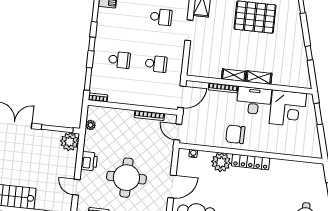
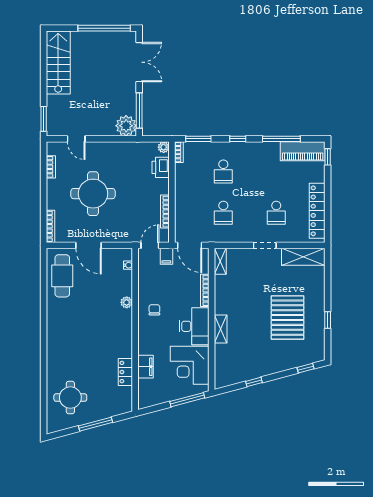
shelving: (234, 75) -> (220, 261), moved
window: (318, 114) -> (187, 400), width x1.44
filing cabinet: (189, 118) -> (166, 256), added
plant: (91, 125) -> (164, 147), moved
chair: (235, 134) -> (154, 310), width x0.54, depth x0.54
filing cabinet: (285, 148) -> (145, 367), added
printer: (89, 161) -> (161, 167), moved, turned 90
plant: (221, 162) -> (127, 302), width x0.53, depth x0.53
locker: (251, 162) -> (125, 372), moved, width x0.66
door: (76, 187) -> (76, 139), swing flipped

